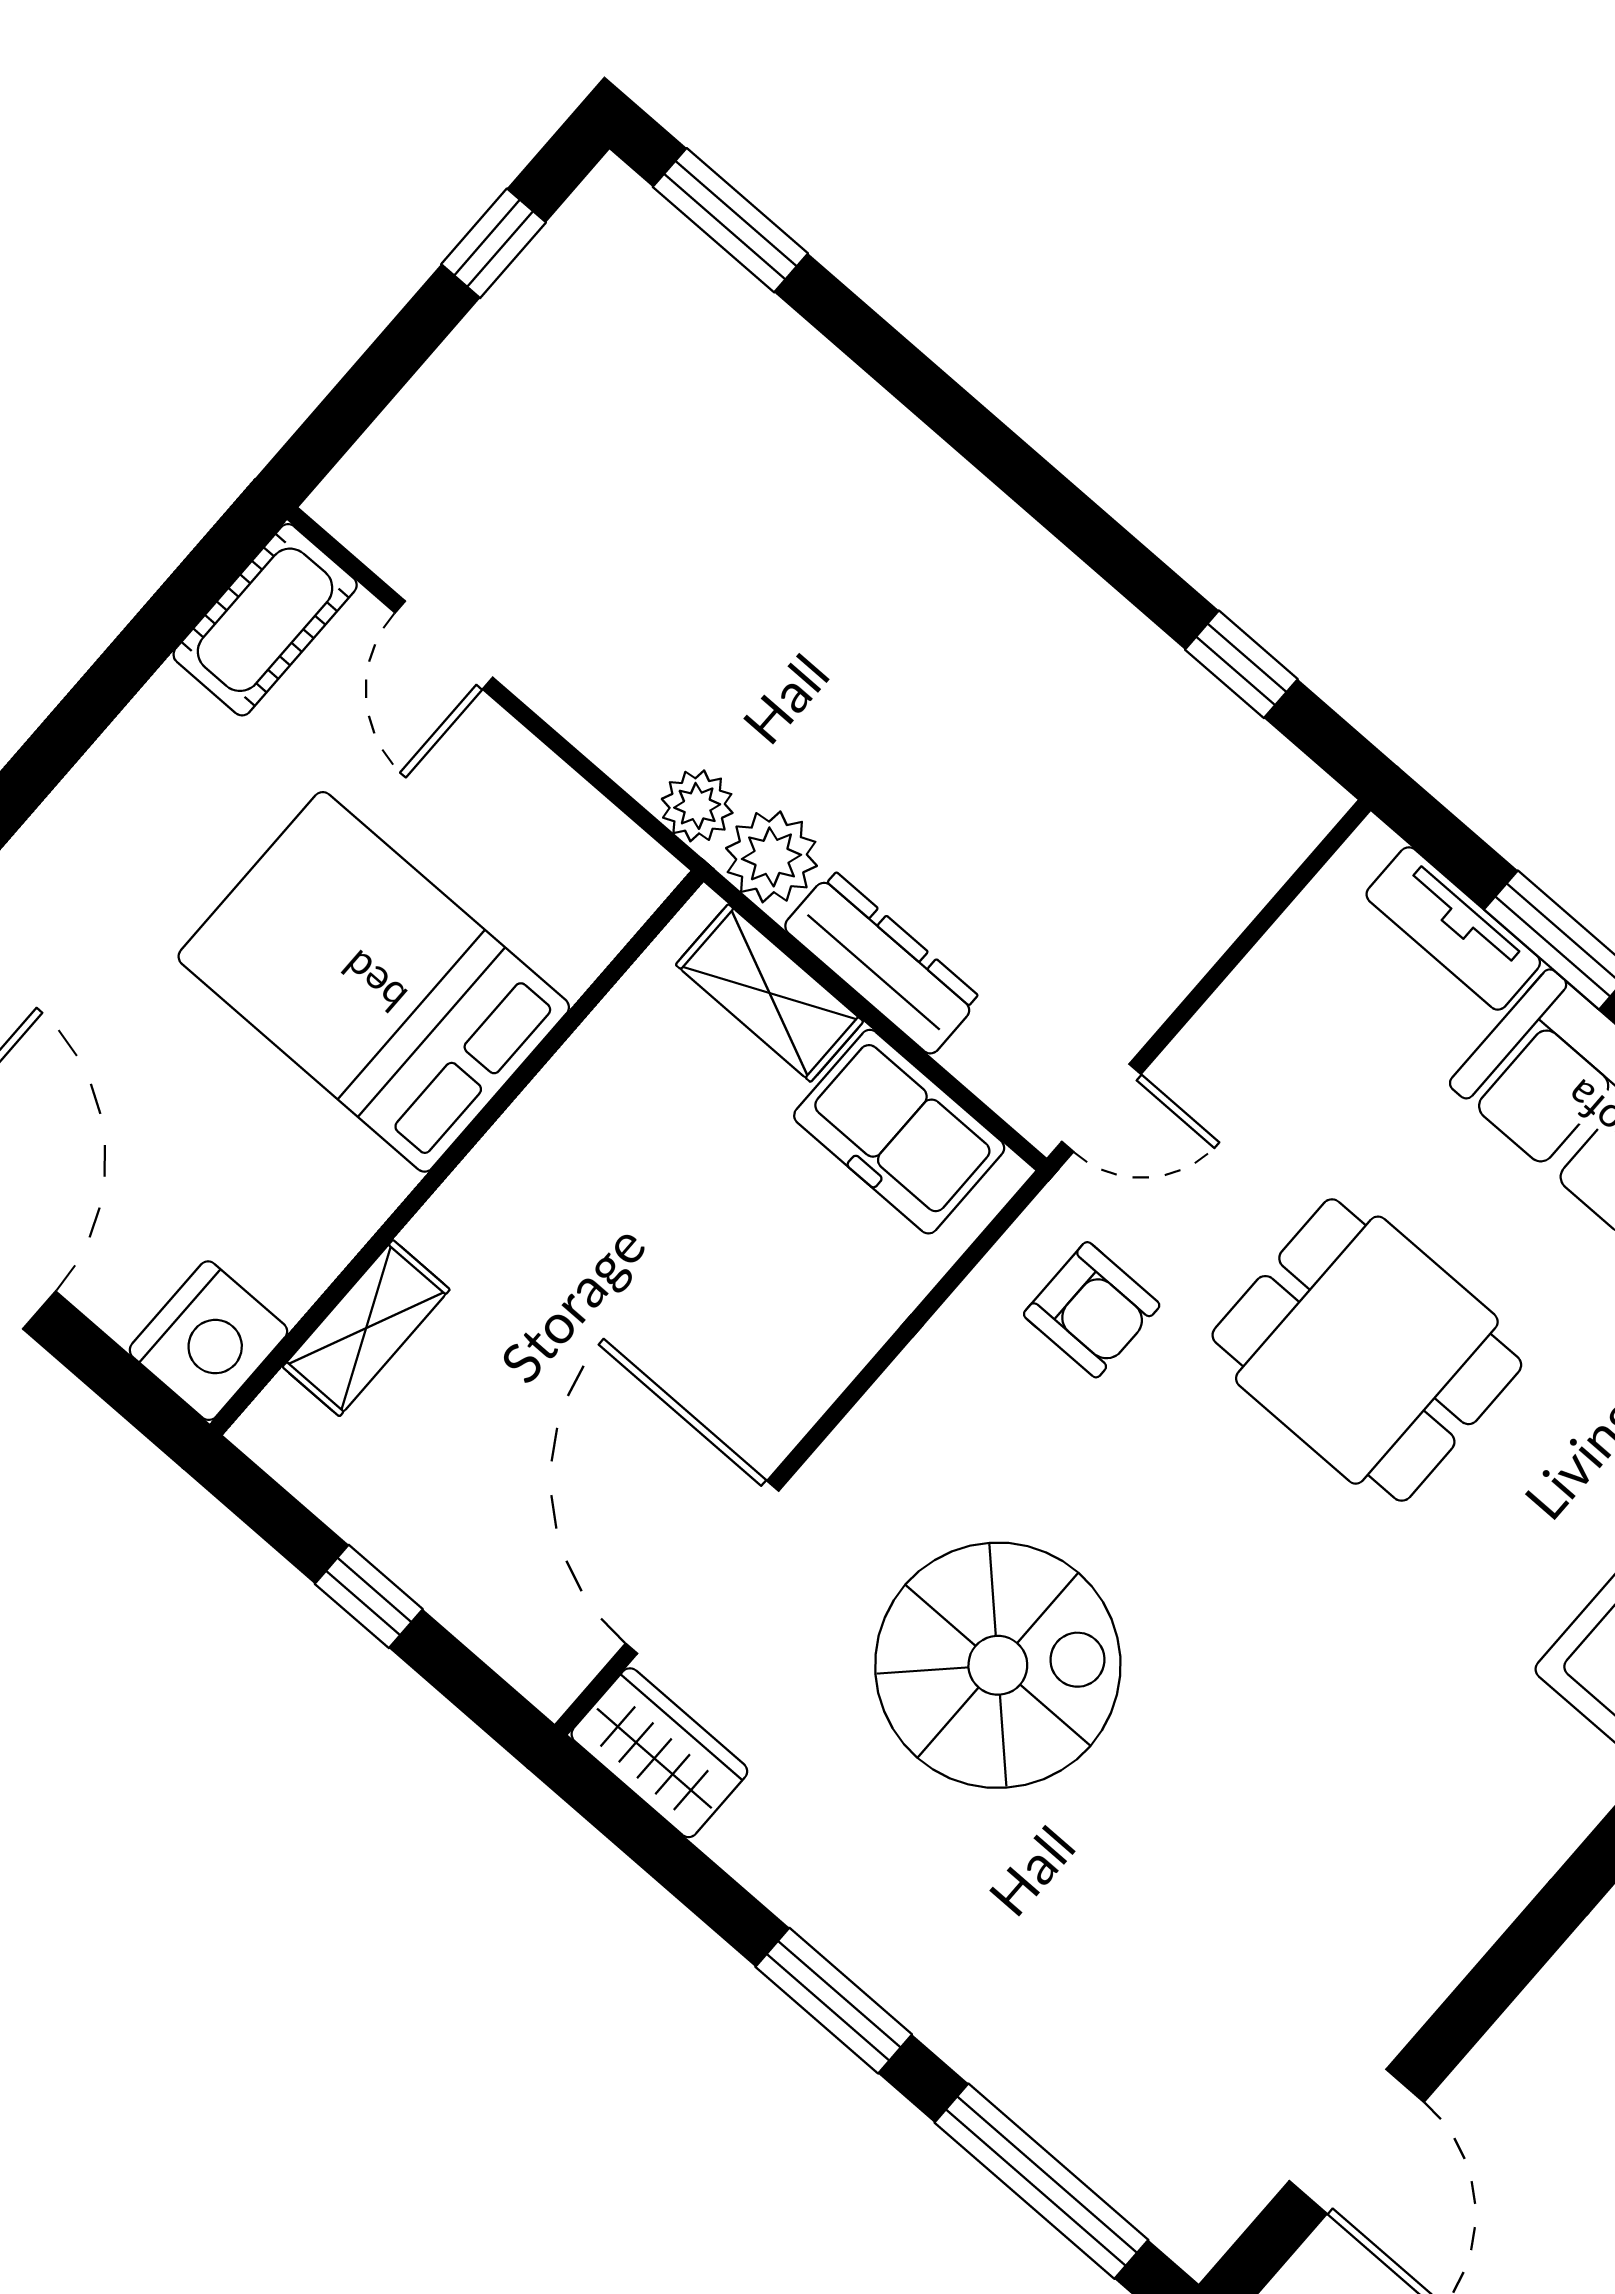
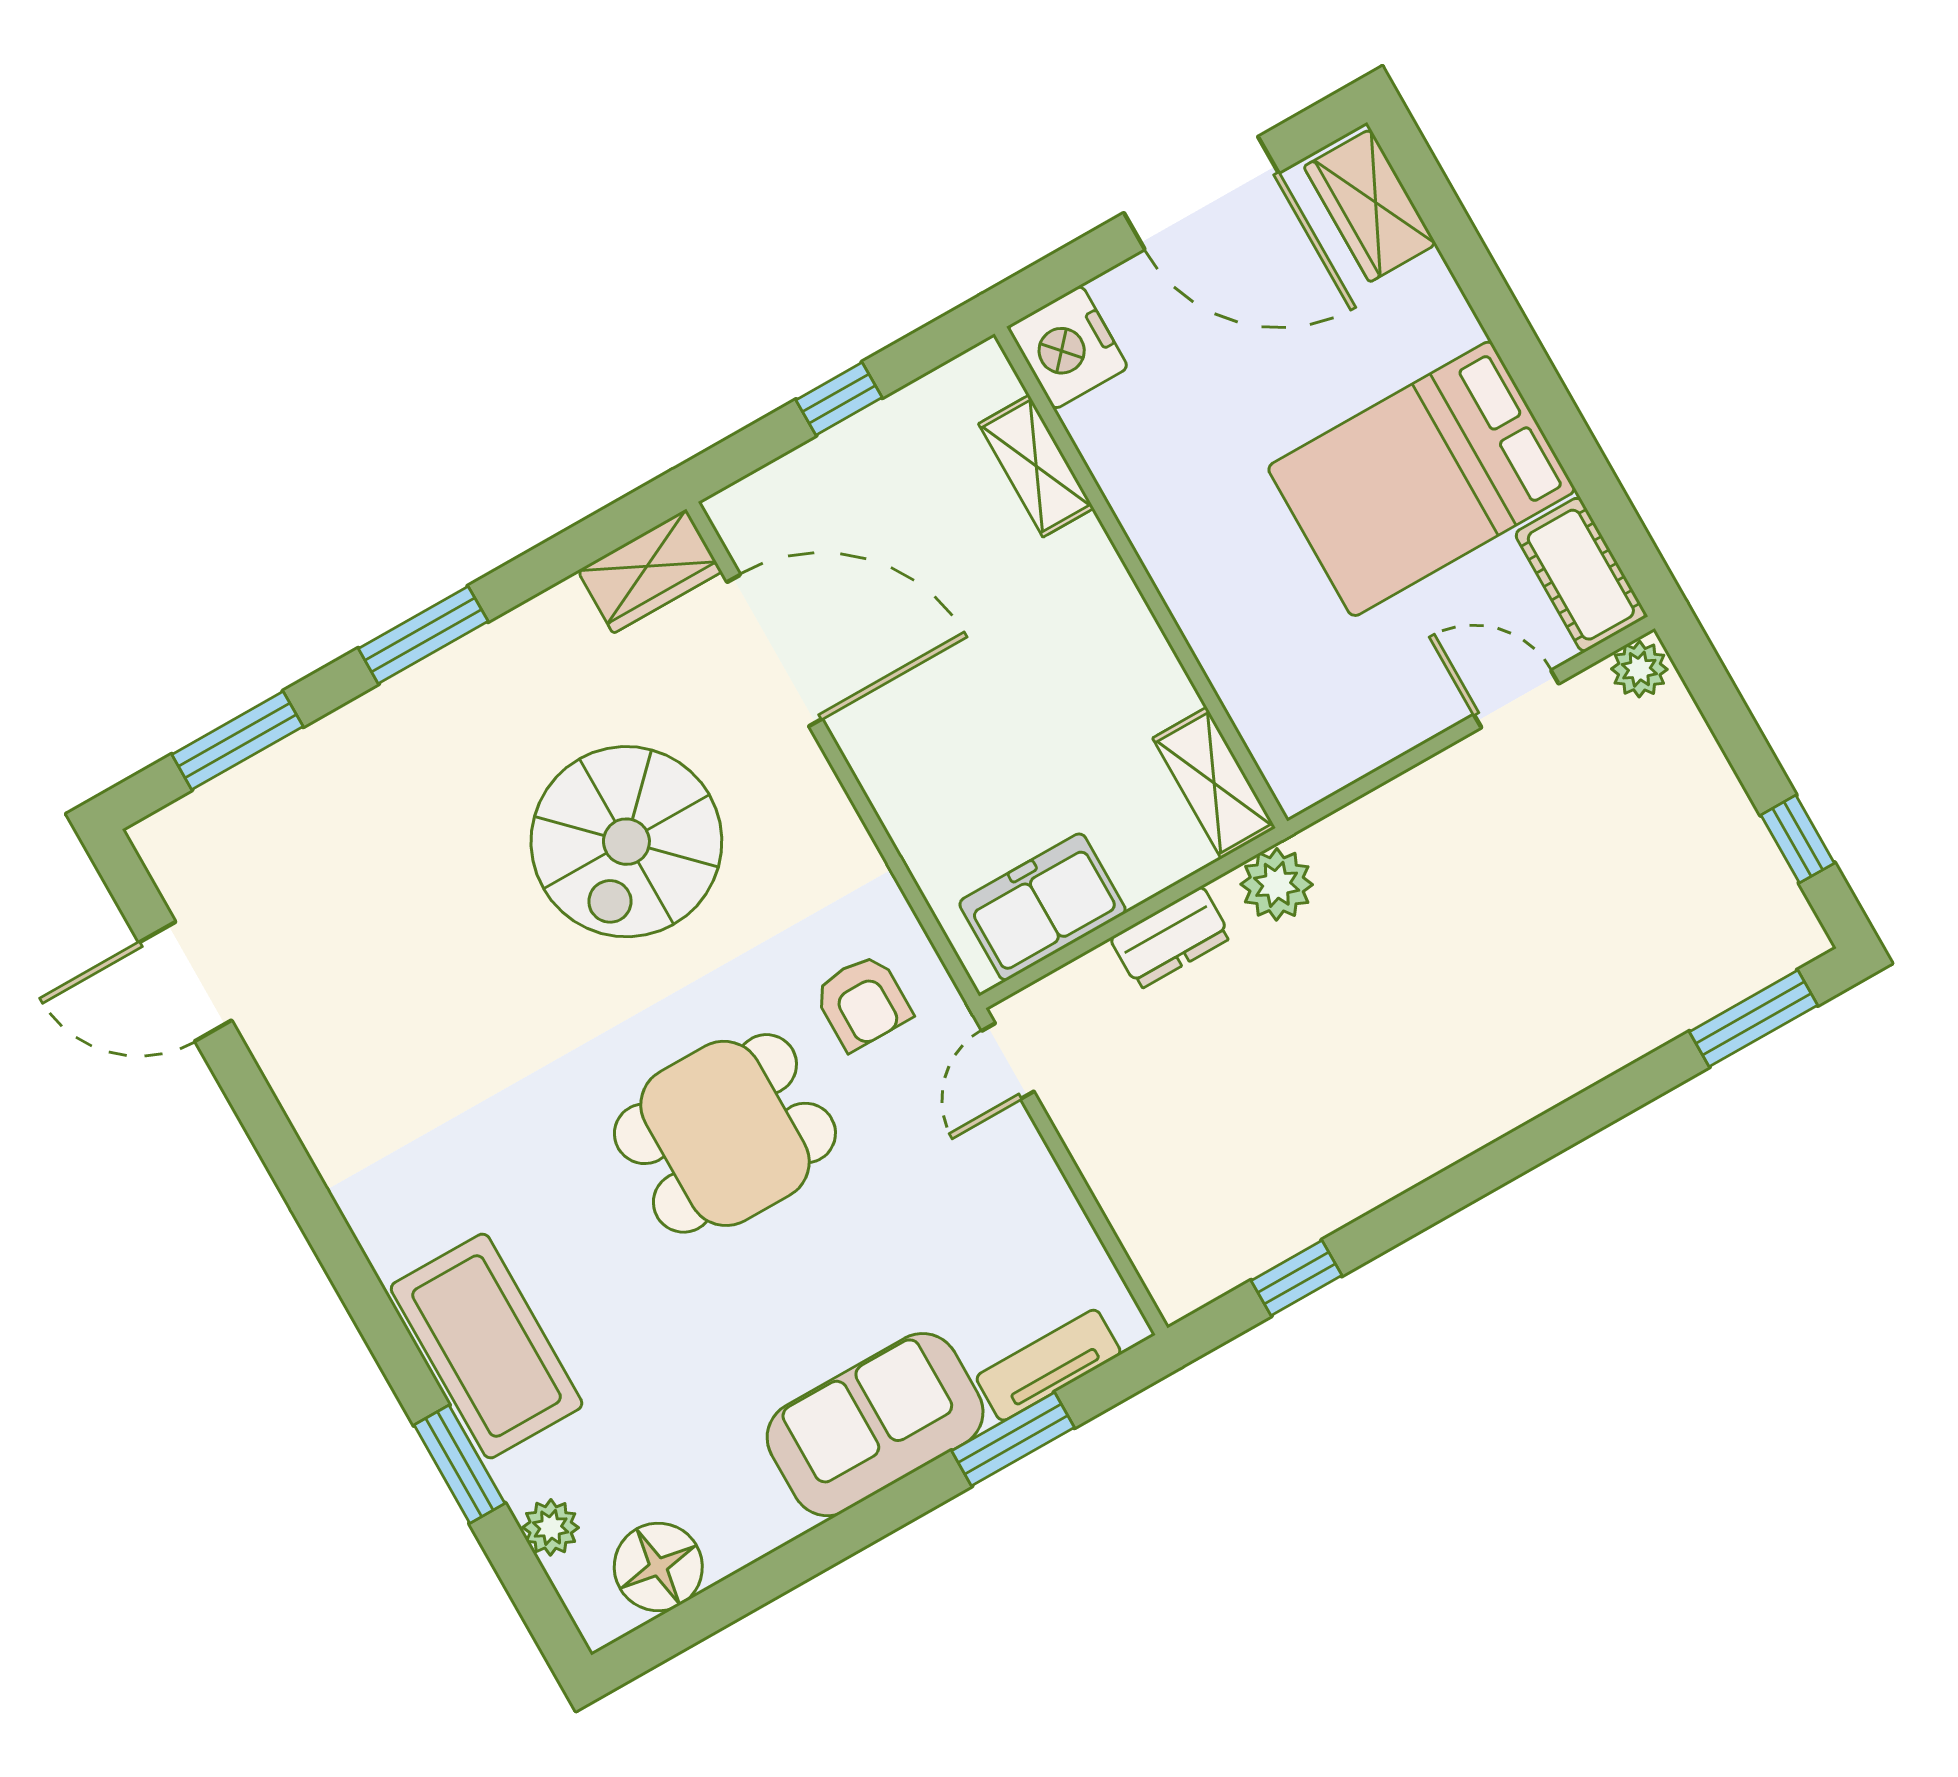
plant: (697, 806) -> (1639, 669), moved
dresser: (882, 963) -> (1171, 938), width x0.70
bed: (374, 982) -> (1421, 479), moved, turned 180
shelving: (770, 993) -> (1214, 783), moved, turned 90
armchair: (1092, 1310) -> (863, 1002), turned -90
dining table: (1367, 1350) -> (725, 1133), moved
window: (1041, 2181) -> (237, 740), width x0.69

